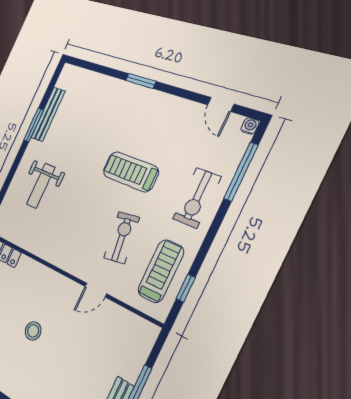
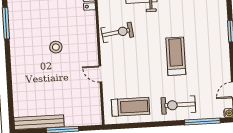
exercise bike: (122, 238) -> (117, 32), moved
window: (186, 288) -> (129, 126), removed

